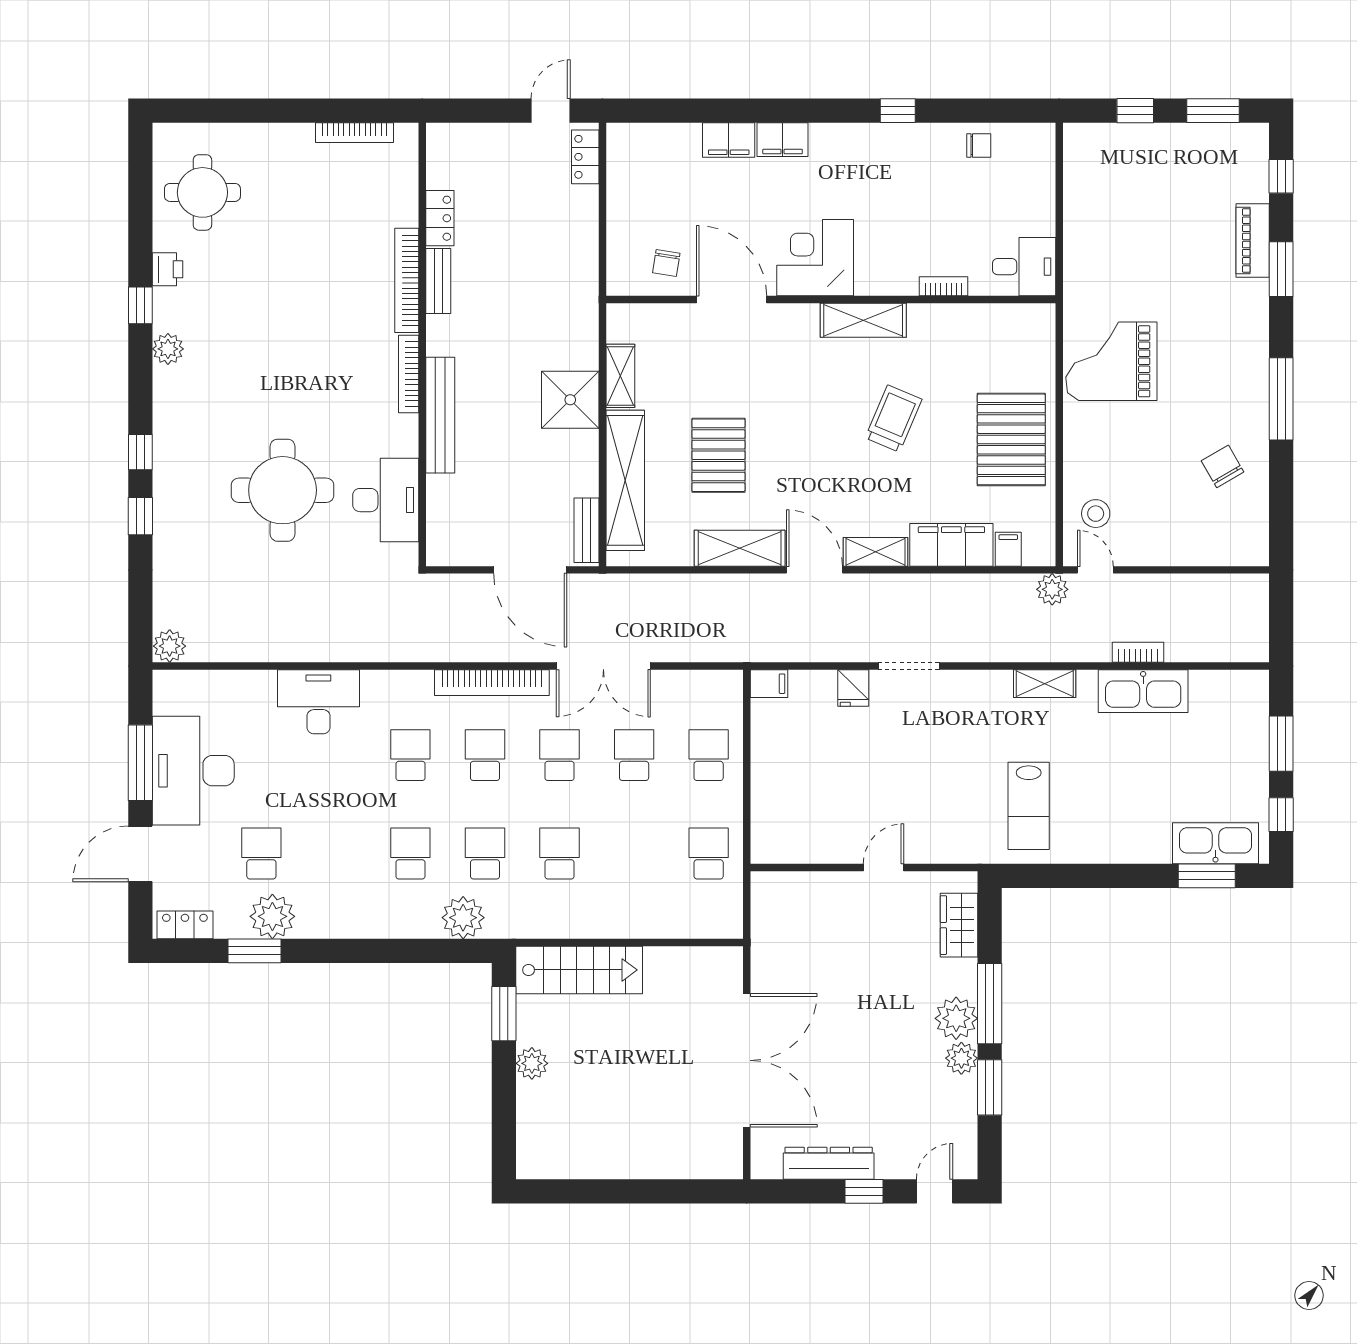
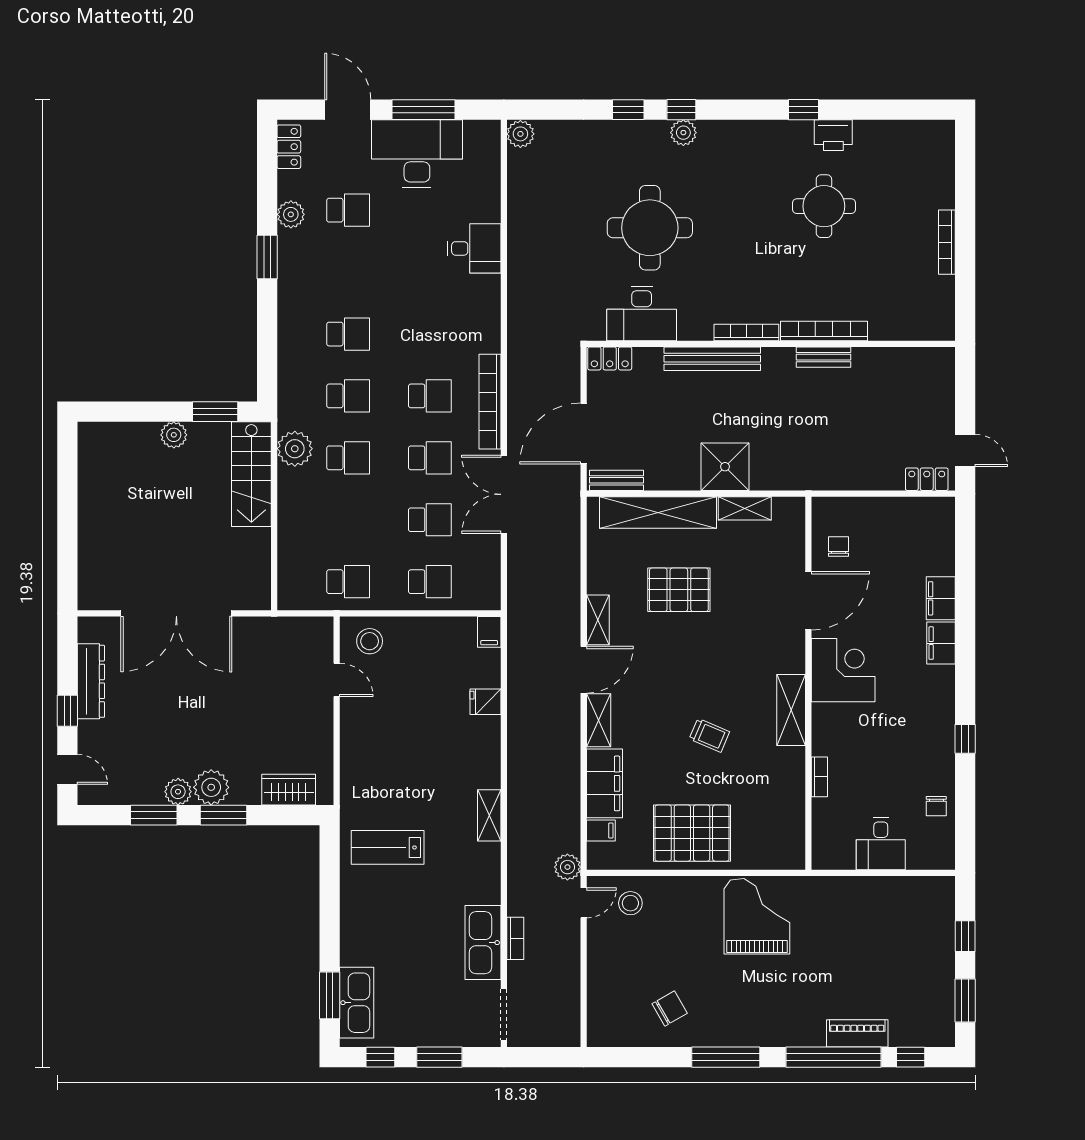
bookcase: (355, 133) -> (947, 242), moved
round table: (202, 192) -> (824, 206), moved
locker: (440, 218) -> (610, 358), moved
chair: (666, 263) -> (839, 546), turned 81
desk: (1024, 267) -> (881, 844), moved
printer: (167, 269) -> (833, 135), width x1.36, depth x1.24
window: (1281, 269) -> (833, 1057), width x2.11
plant: (168, 349) -> (683, 133), moved
trolley: (894, 419) -> (709, 735), width x0.73, depth x0.72
shelving: (740, 548) -> (598, 620), width x0.67, depth x0.75
doorway: (909, 666) -> (504, 1015), moved
shelving: (1045, 684) -> (489, 815), moved
desk: (318, 702) -> (474, 248), width x0.73
school desk: (410, 755) -> (430, 334), removed
stool: (780, 828) -> (370, 641), added
door: (884, 867) -> (337, 680), moved
plant: (272, 916) -> (291, 214), width x0.73, depth x0.73
plant: (463, 918) -> (295, 449), moved
window: (255, 951) -> (267, 257), moved
window: (990, 1004) -> (223, 815), width x0.69

